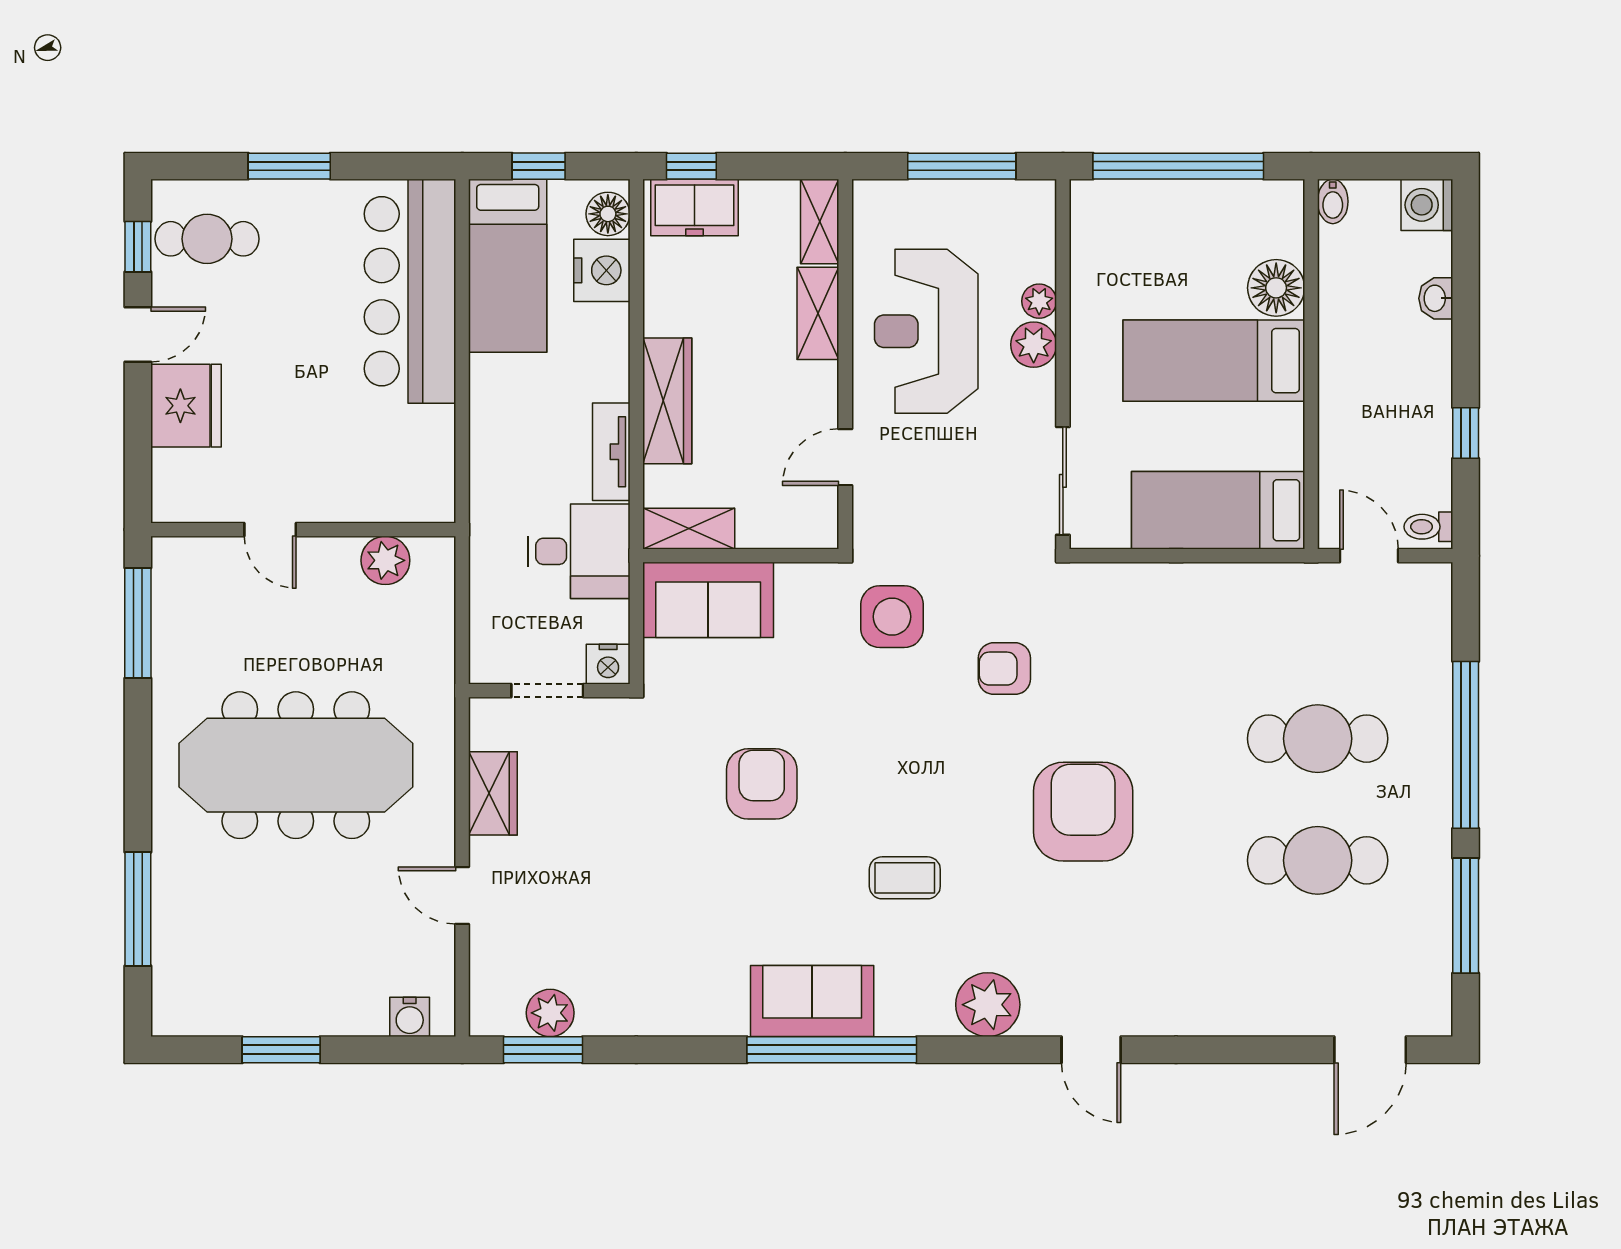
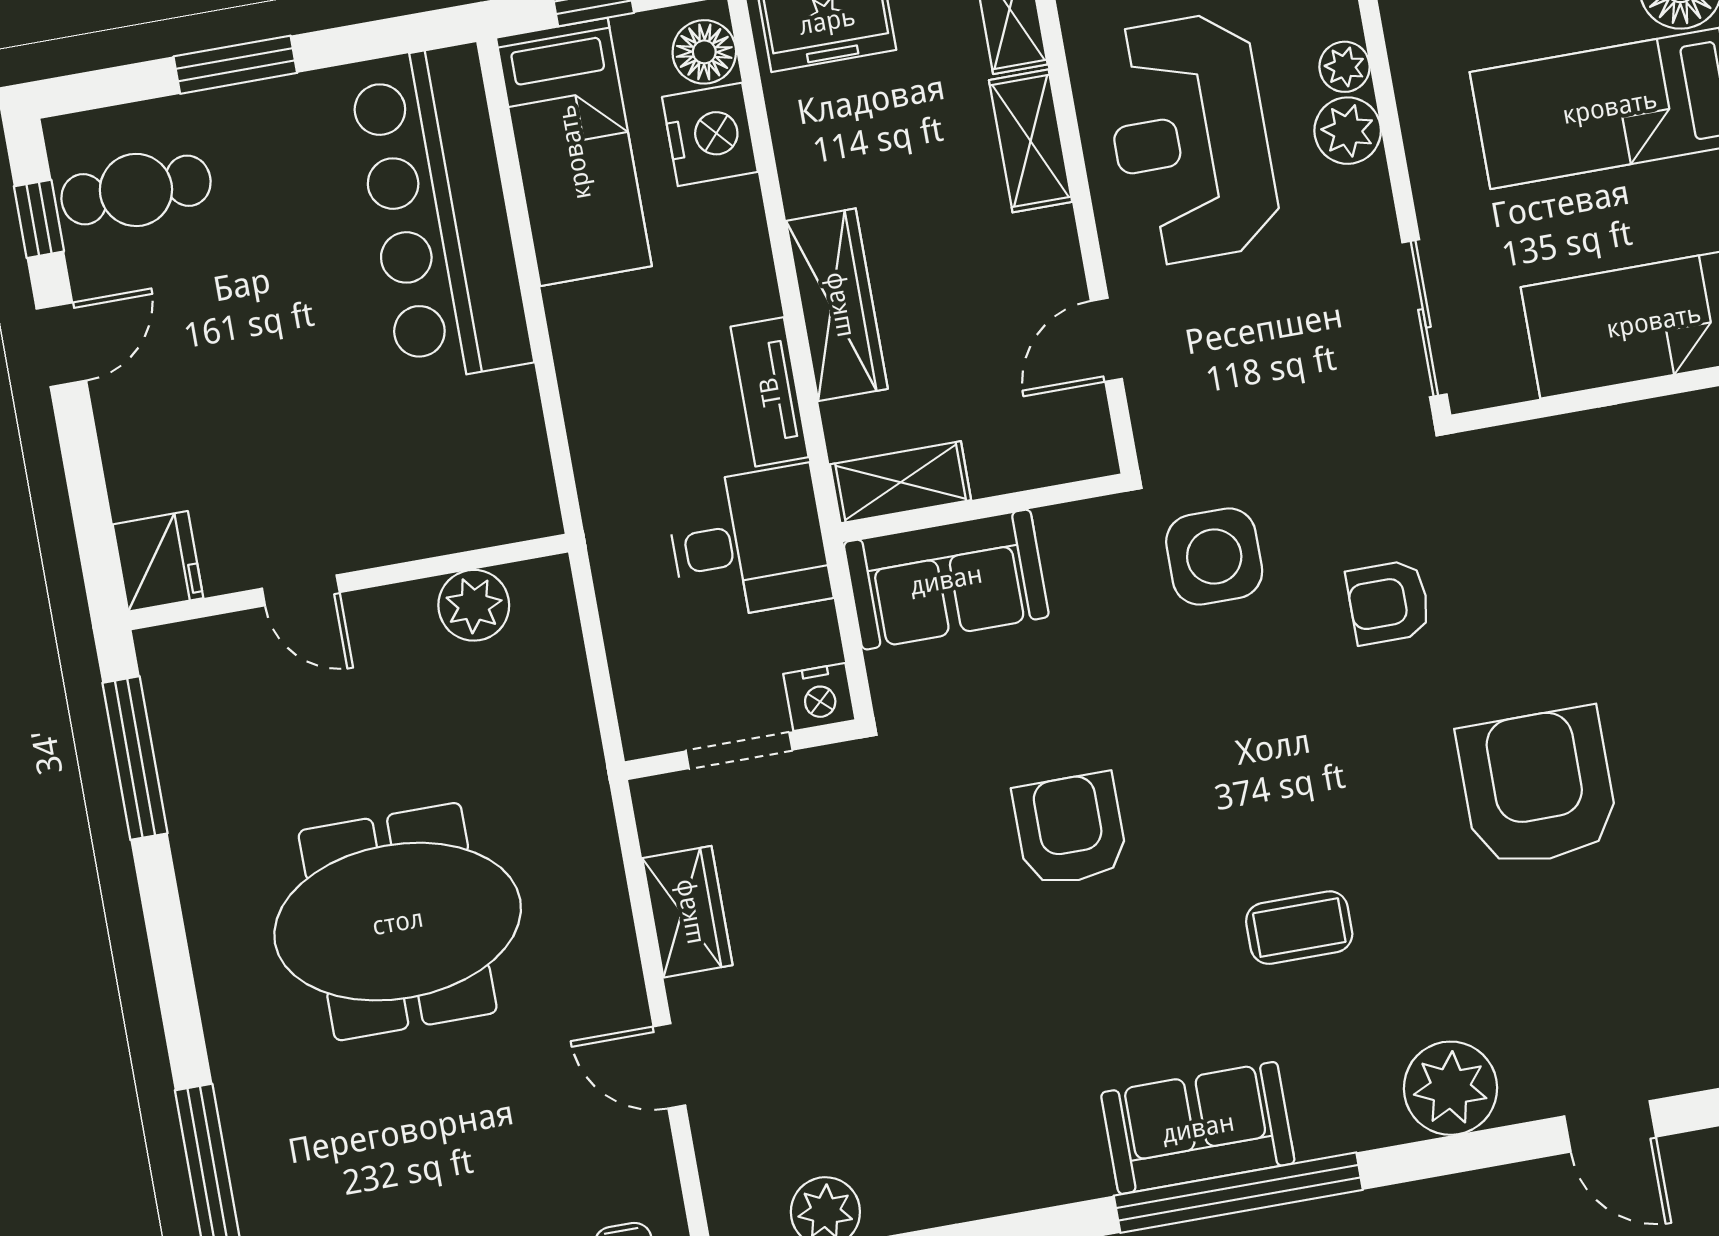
fridge: (186, 406) -> (158, 561), moved, width x0.73, depth x0.75
meeting table: (296, 765) -> (398, 922), width x0.73

